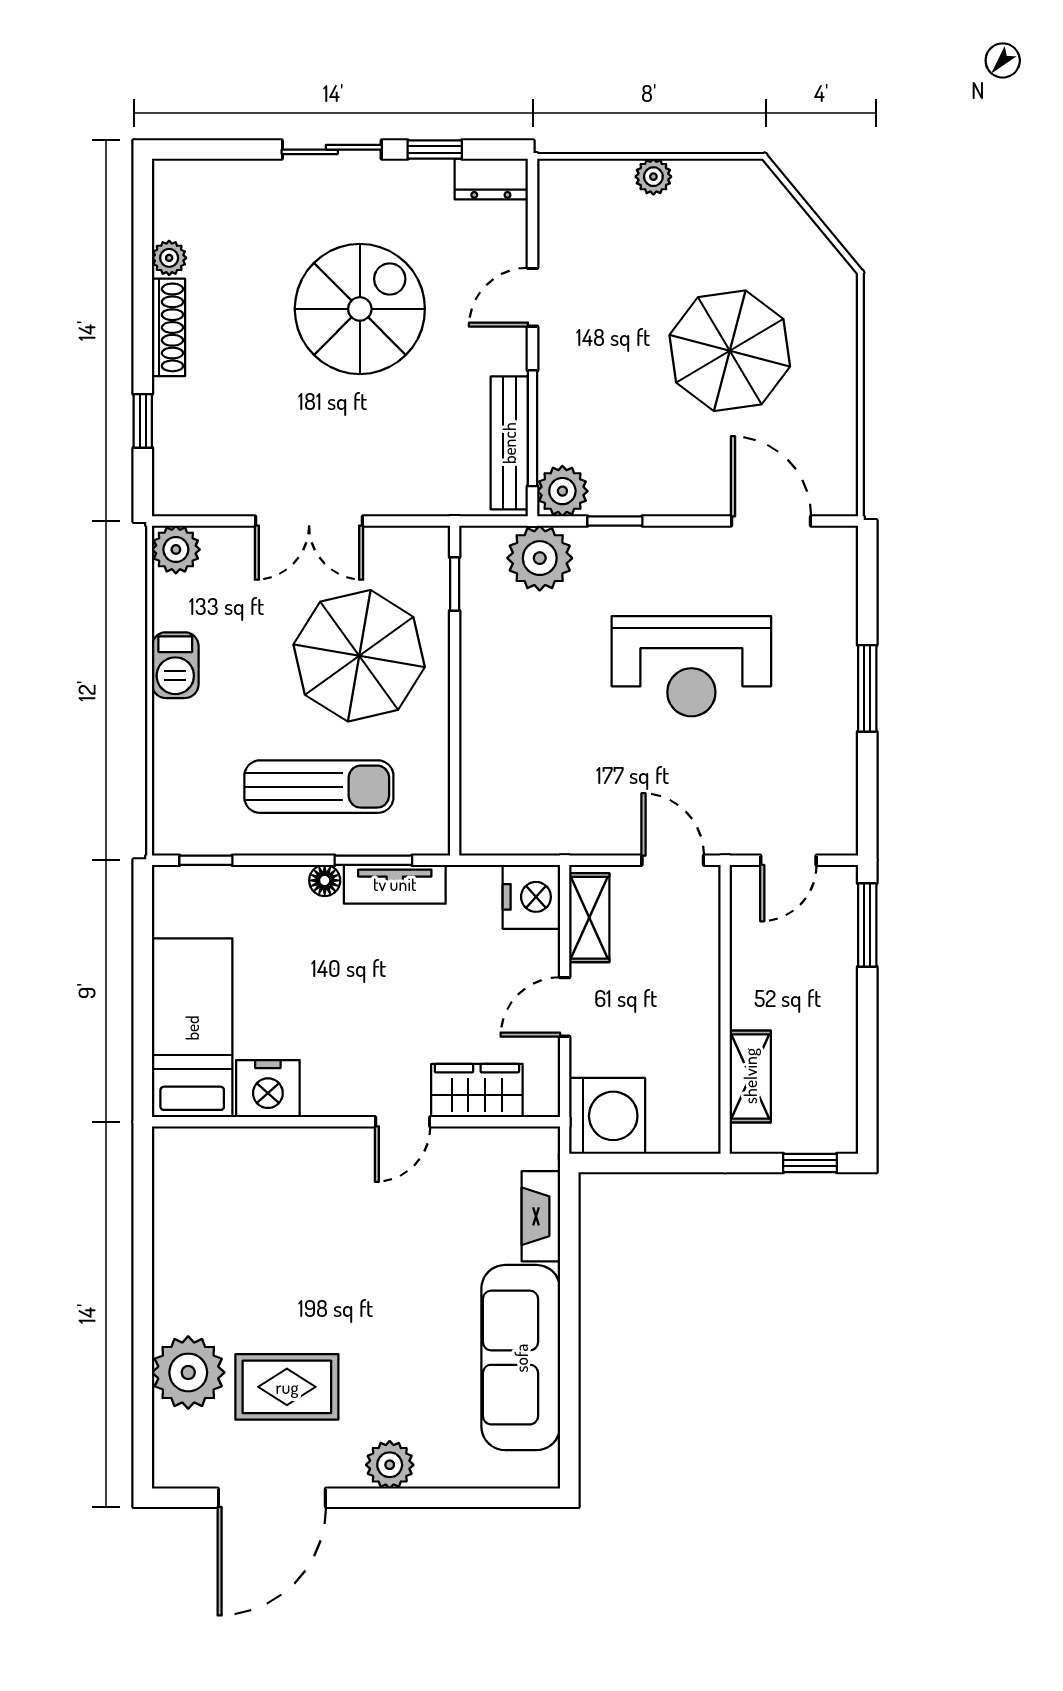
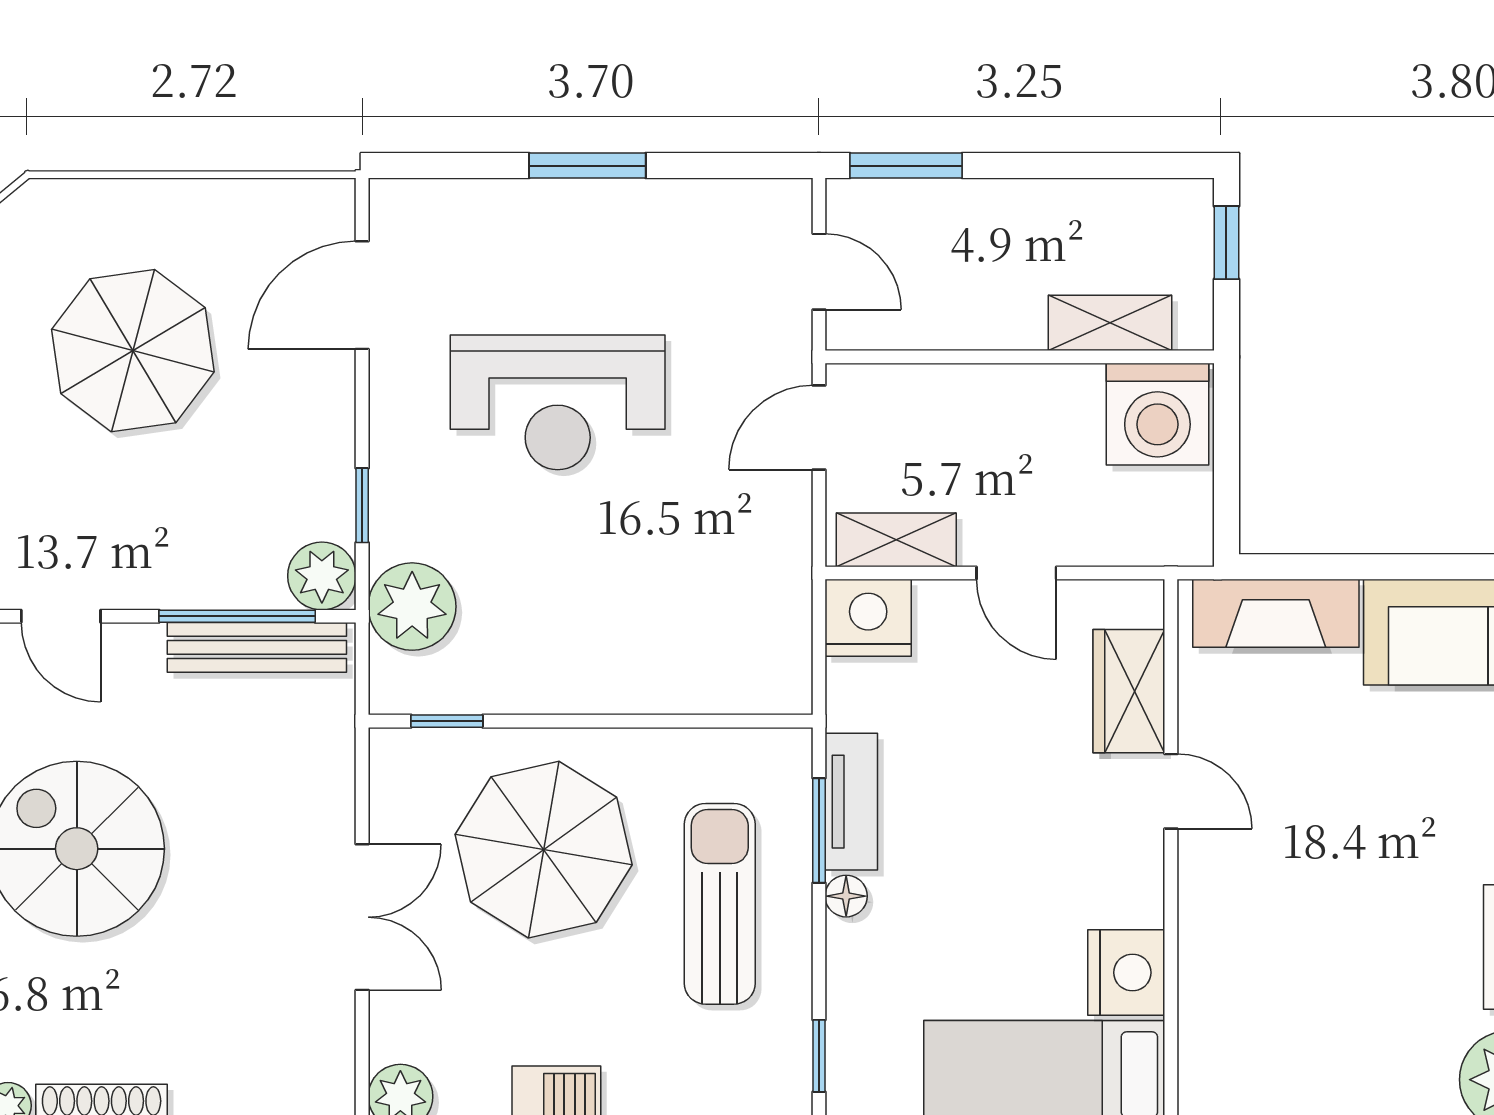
reception desk: (691, 666) -> (558, 402), turned 90
washing machine: (607, 1116) -> (1157, 414), moved, turned 180
fireplace: (541, 1216) -> (1276, 613), width x1.37, depth x1.32

